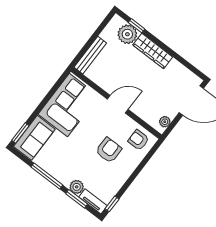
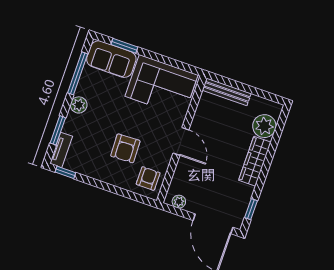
window: (136, 26) -> (251, 209), moved
window: (20, 133) -> (124, 46), moved
armchair: (109, 150) -> (125, 148), turned 88
window: (47, 176) -> (78, 73), moved
plant: (77, 187) -> (79, 105), moved

